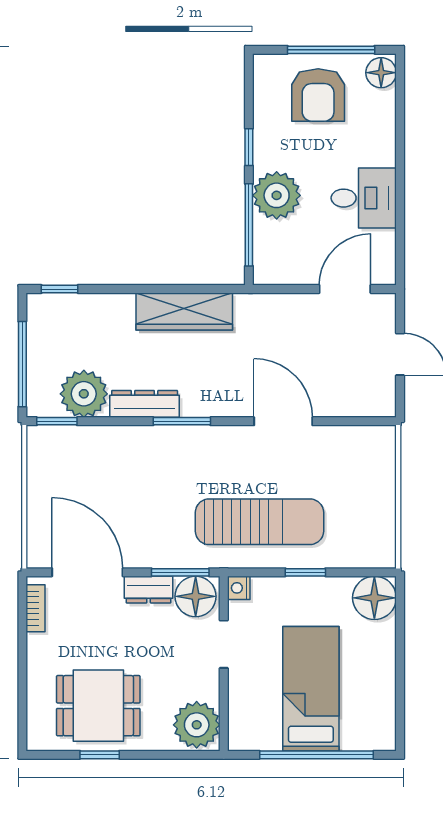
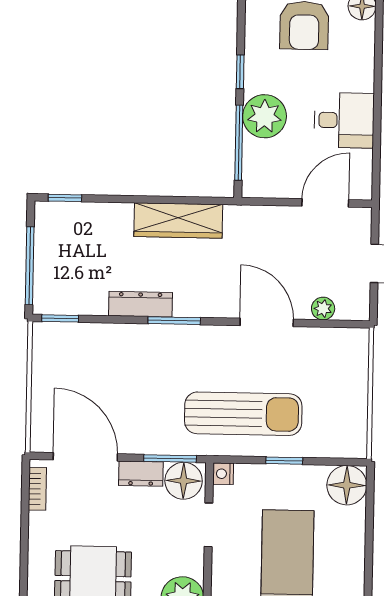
plant: (84, 394) -> (323, 309), moved, width x0.53, depth x0.53

